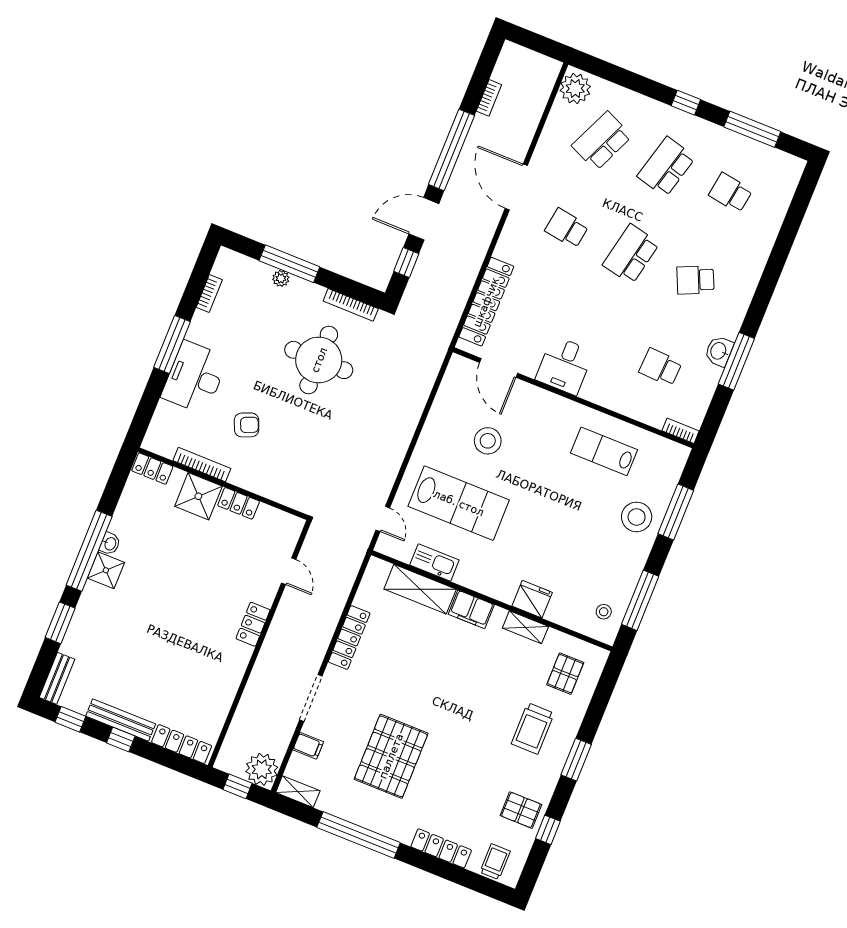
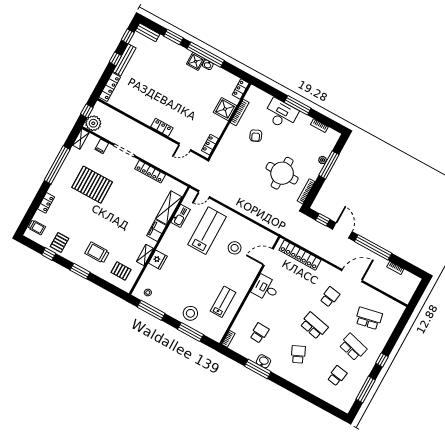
plant: (575, 88) -> (395, 309), removed
school desk: (602, 141) -> (369, 318), turned -36
locker: (239, 503) -> (210, 145), moved
lab bench: (459, 503) -> (207, 231), turned 180
locker: (441, 848) -> (46, 203), width x0.66

